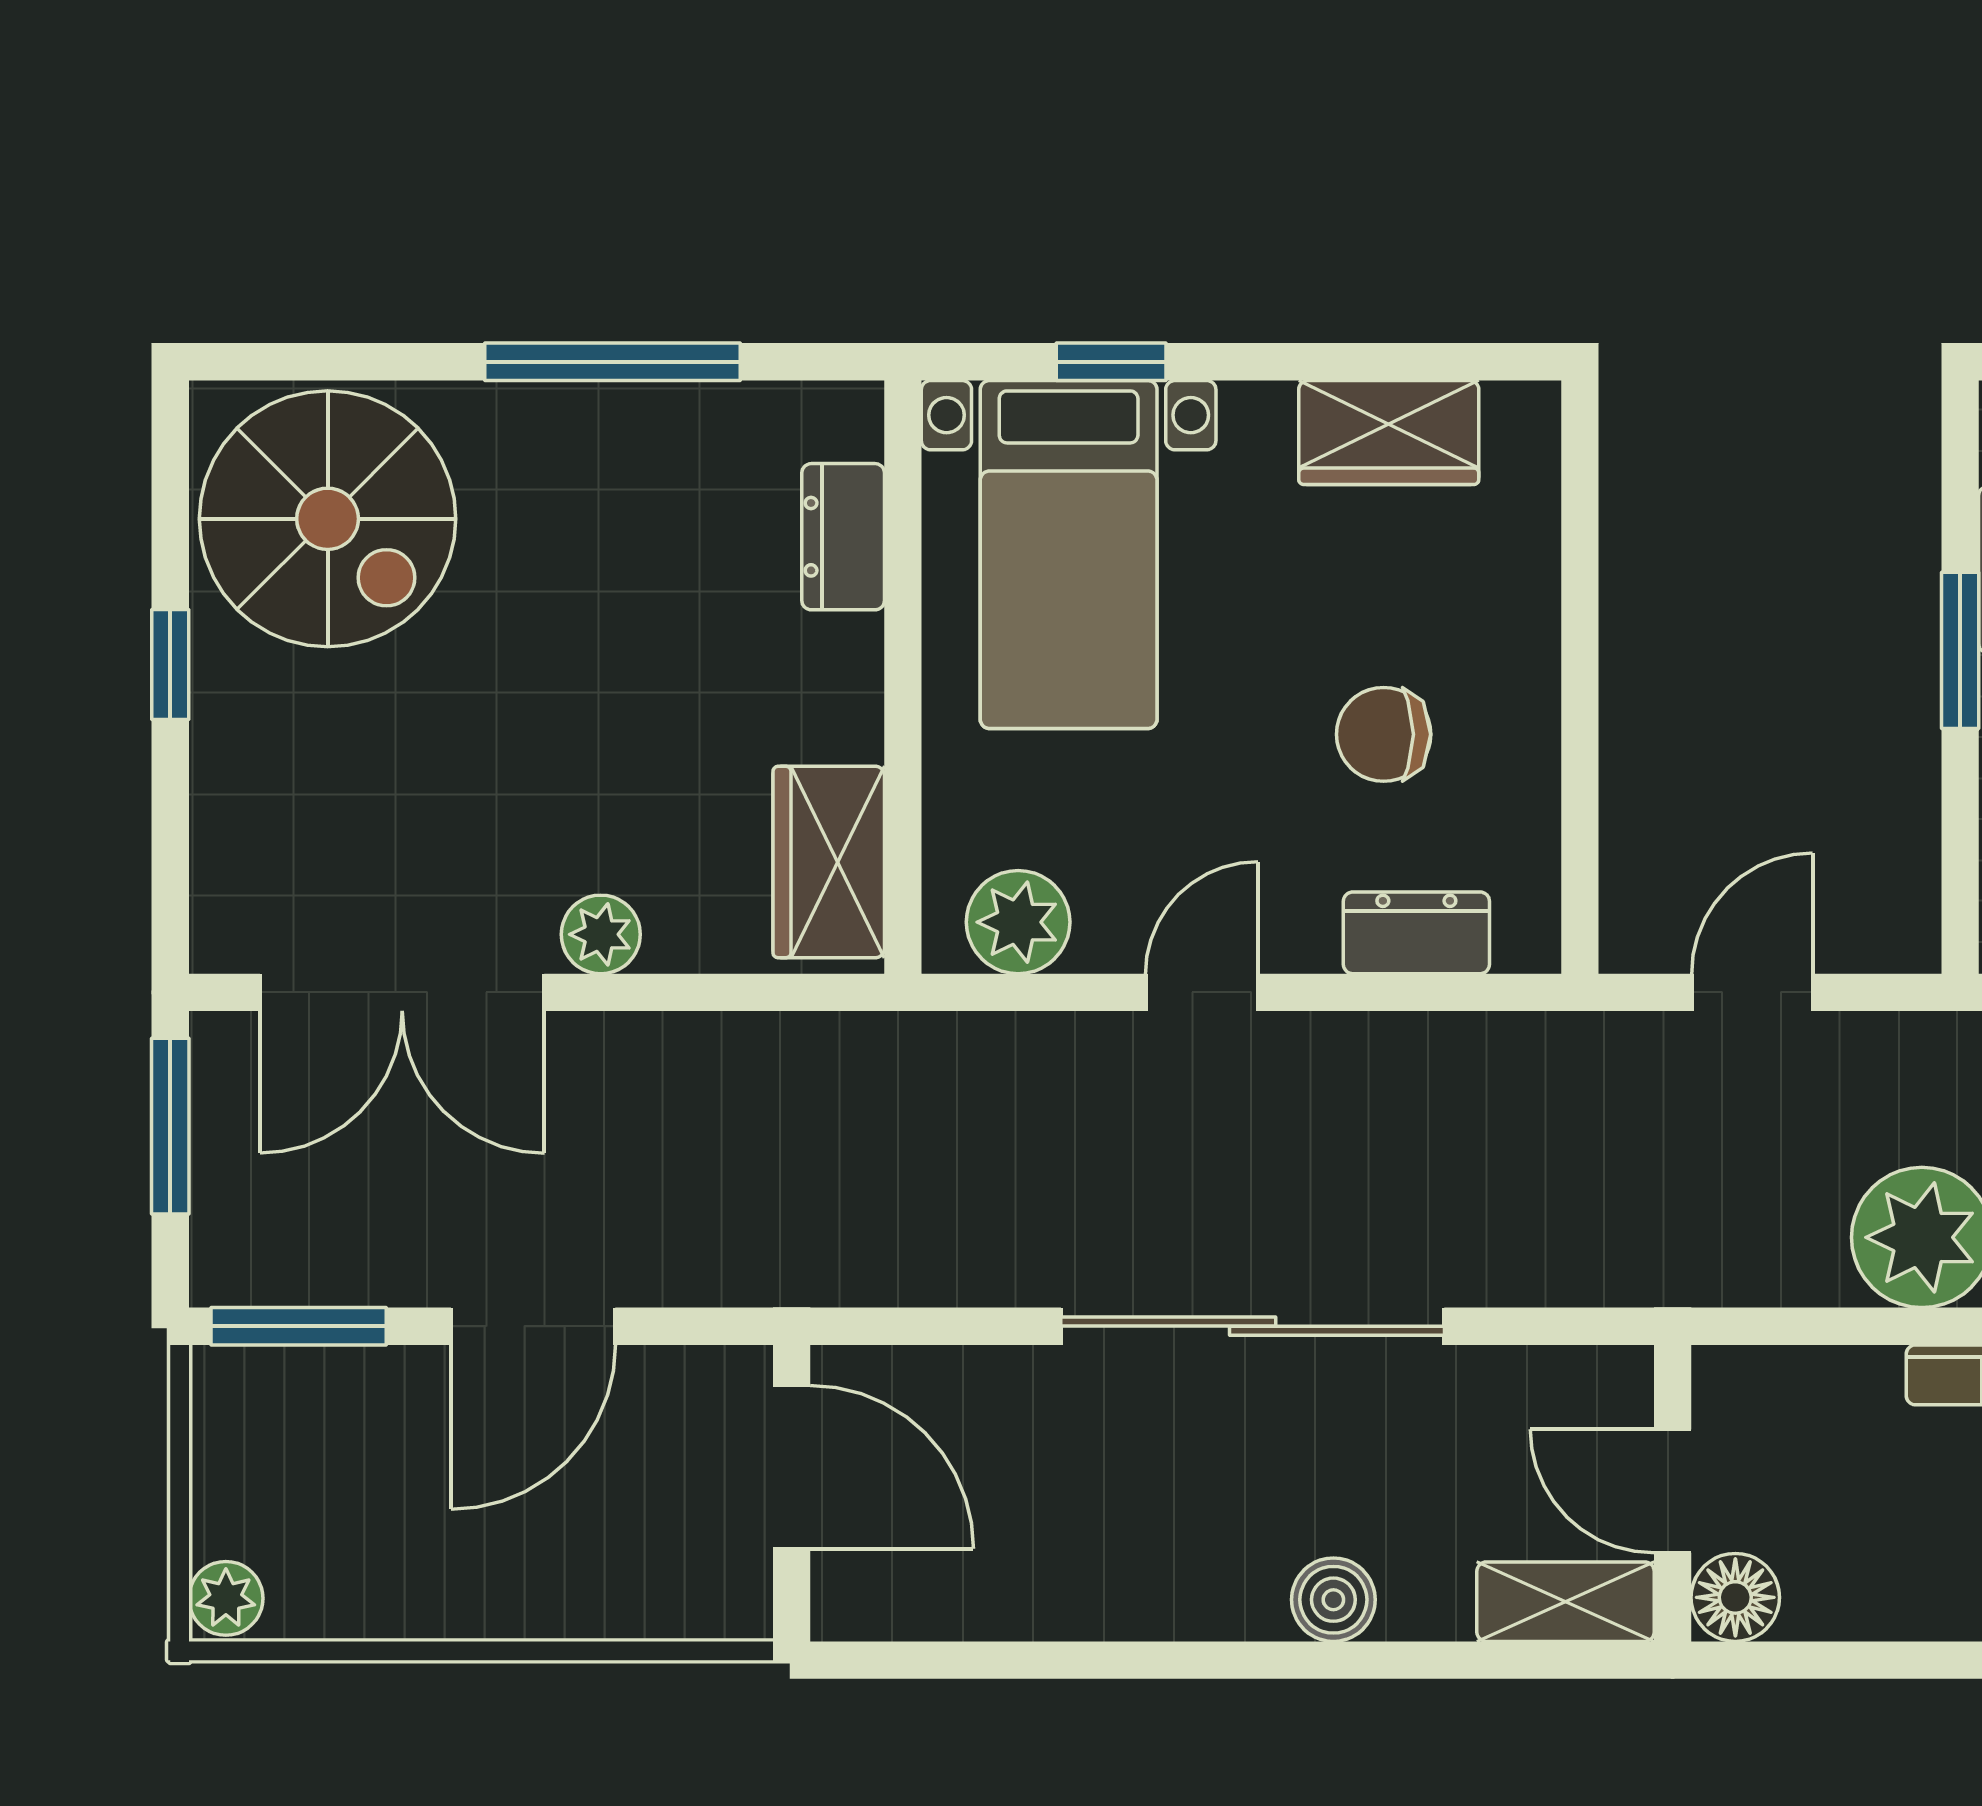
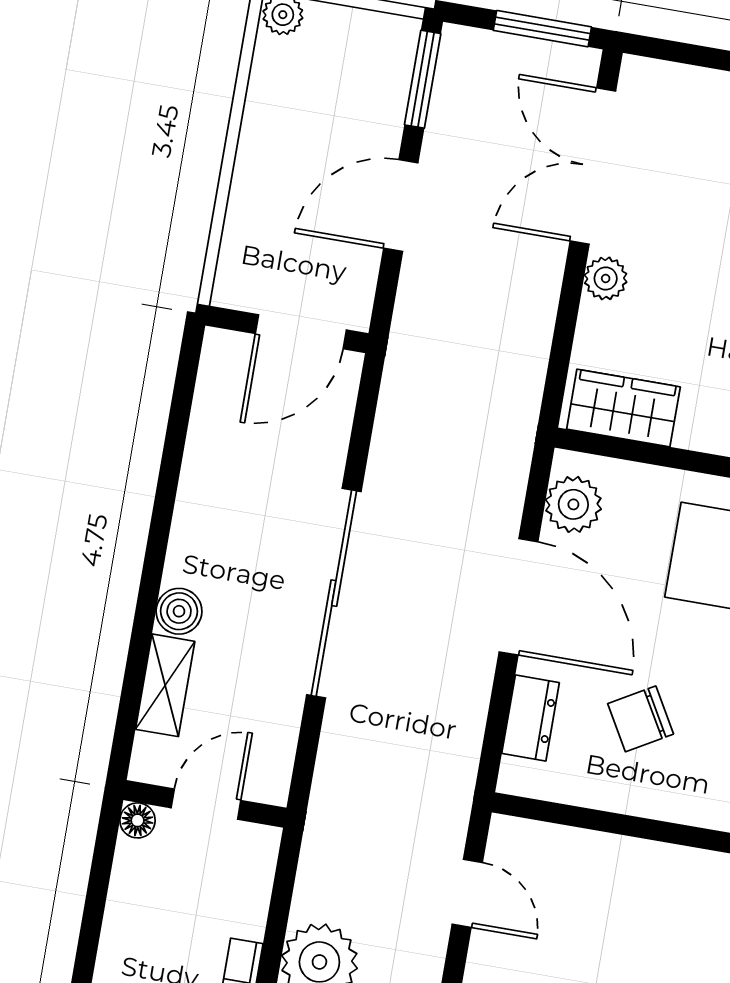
chair: (1384, 734) -> (641, 719), turned -120
door: (1202, 992) -> (518, 597), width x1.88
door: (533, 1326) -> (401, 206), hinge flipped
floor lamp: (1735, 1597) -> (138, 820), width x0.73, depth x0.73
shelving: (1566, 1602) -> (165, 685), moved

